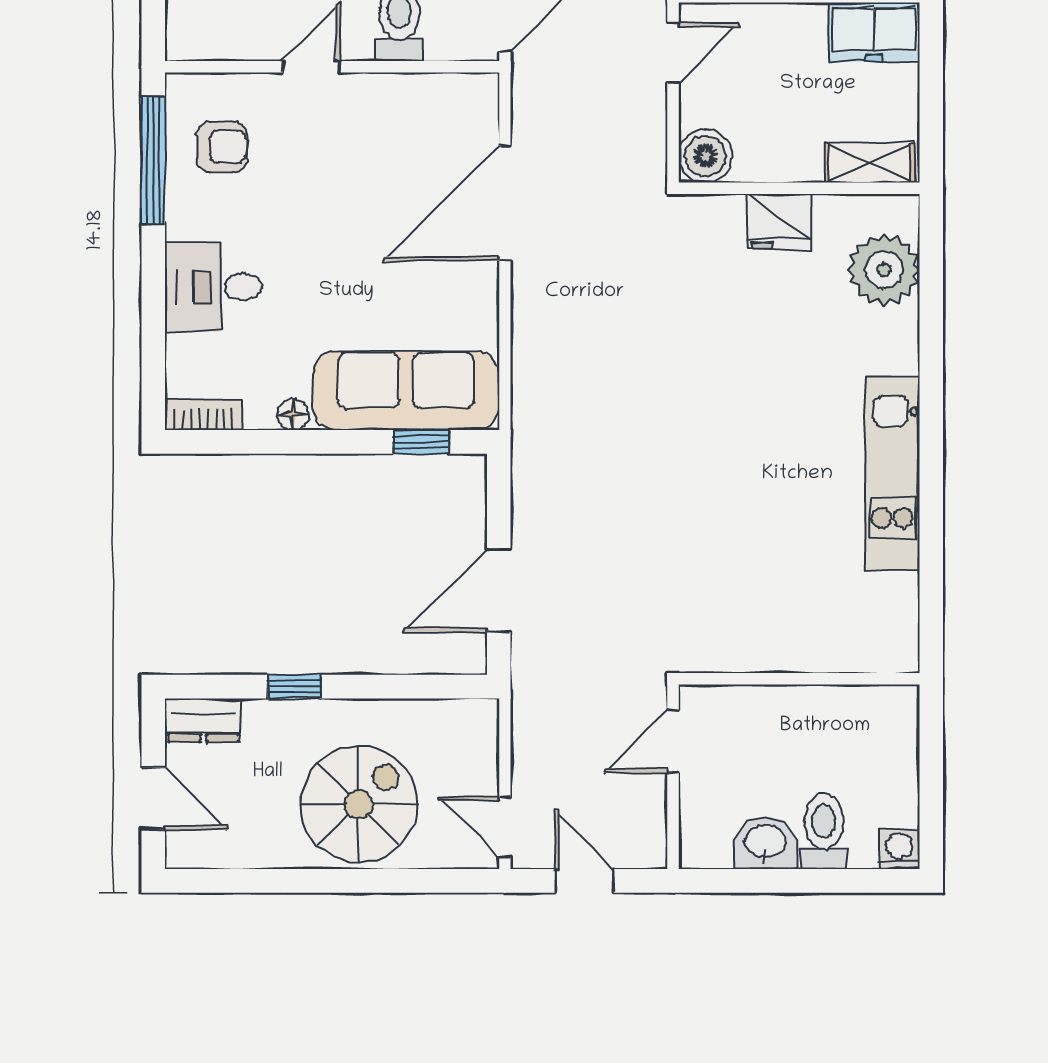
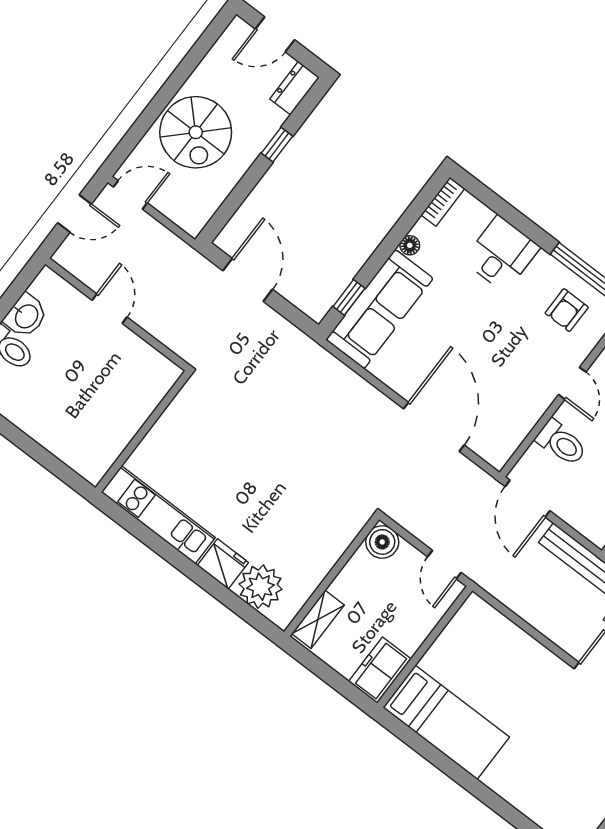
fridge: (779, 221) -> (223, 564), moved, turned 90
wall: (799, 679) -> (143, 431), moved

